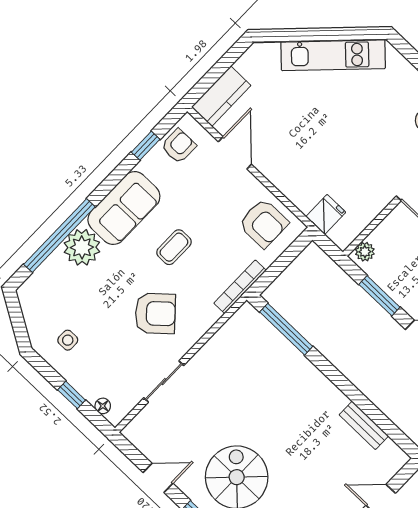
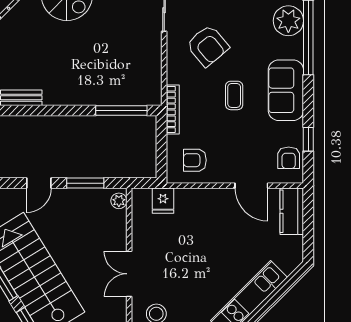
armchair: (263, 223) -> (195, 160), width x0.72, depth x0.72
plant: (82, 247) -> (288, 21), moved
armchair: (155, 313) -> (208, 46), turned -88

